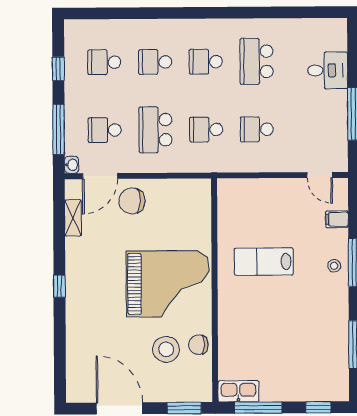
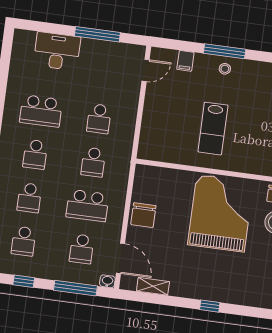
desk: (328, 70) -> (57, 51), width x1.37
chair: (132, 201) -> (143, 215), moved

